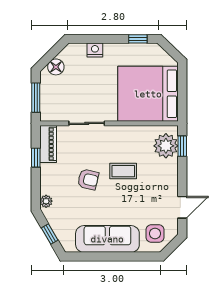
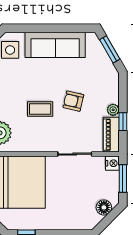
nightstand: (95, 50) -> (112, 163), moved, turned -90
plant: (46, 201) -> (113, 110), moved
window: (50, 234) -> (110, 49), width x1.50

